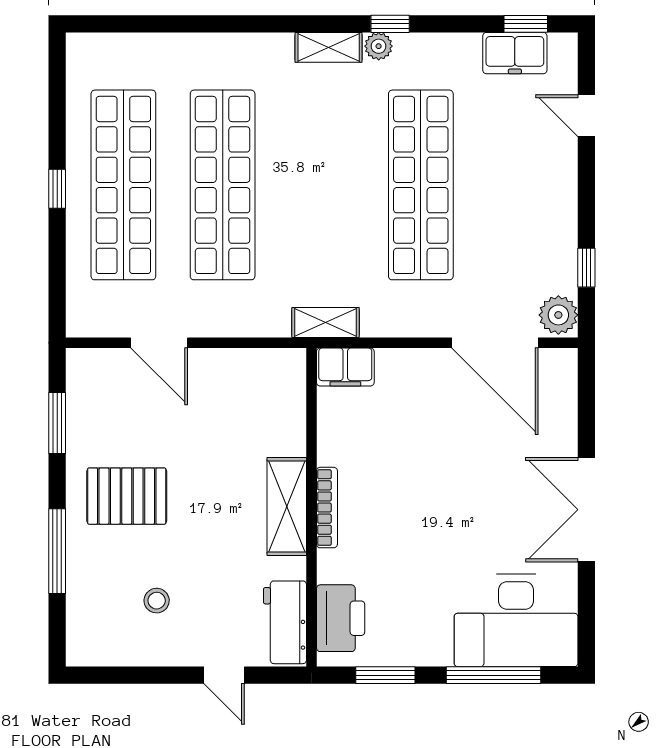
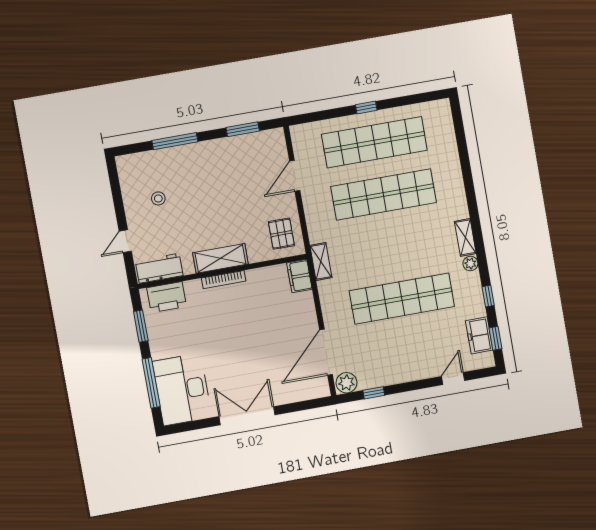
window: (390, 24) -> (488, 296), moved
pallet: (127, 496) -> (281, 234), moved, width x0.67, depth x0.71

